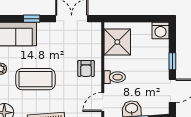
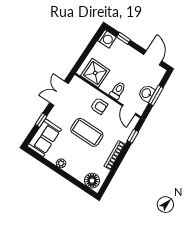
window: (172, 61) -> (123, 38), moved
coffee table: (36, 79) -> (87, 132), moved, turned 90

